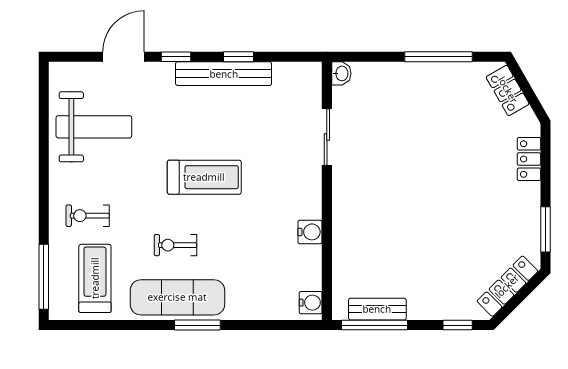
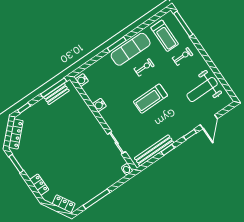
bench: (224, 74) -> (154, 150), moved

